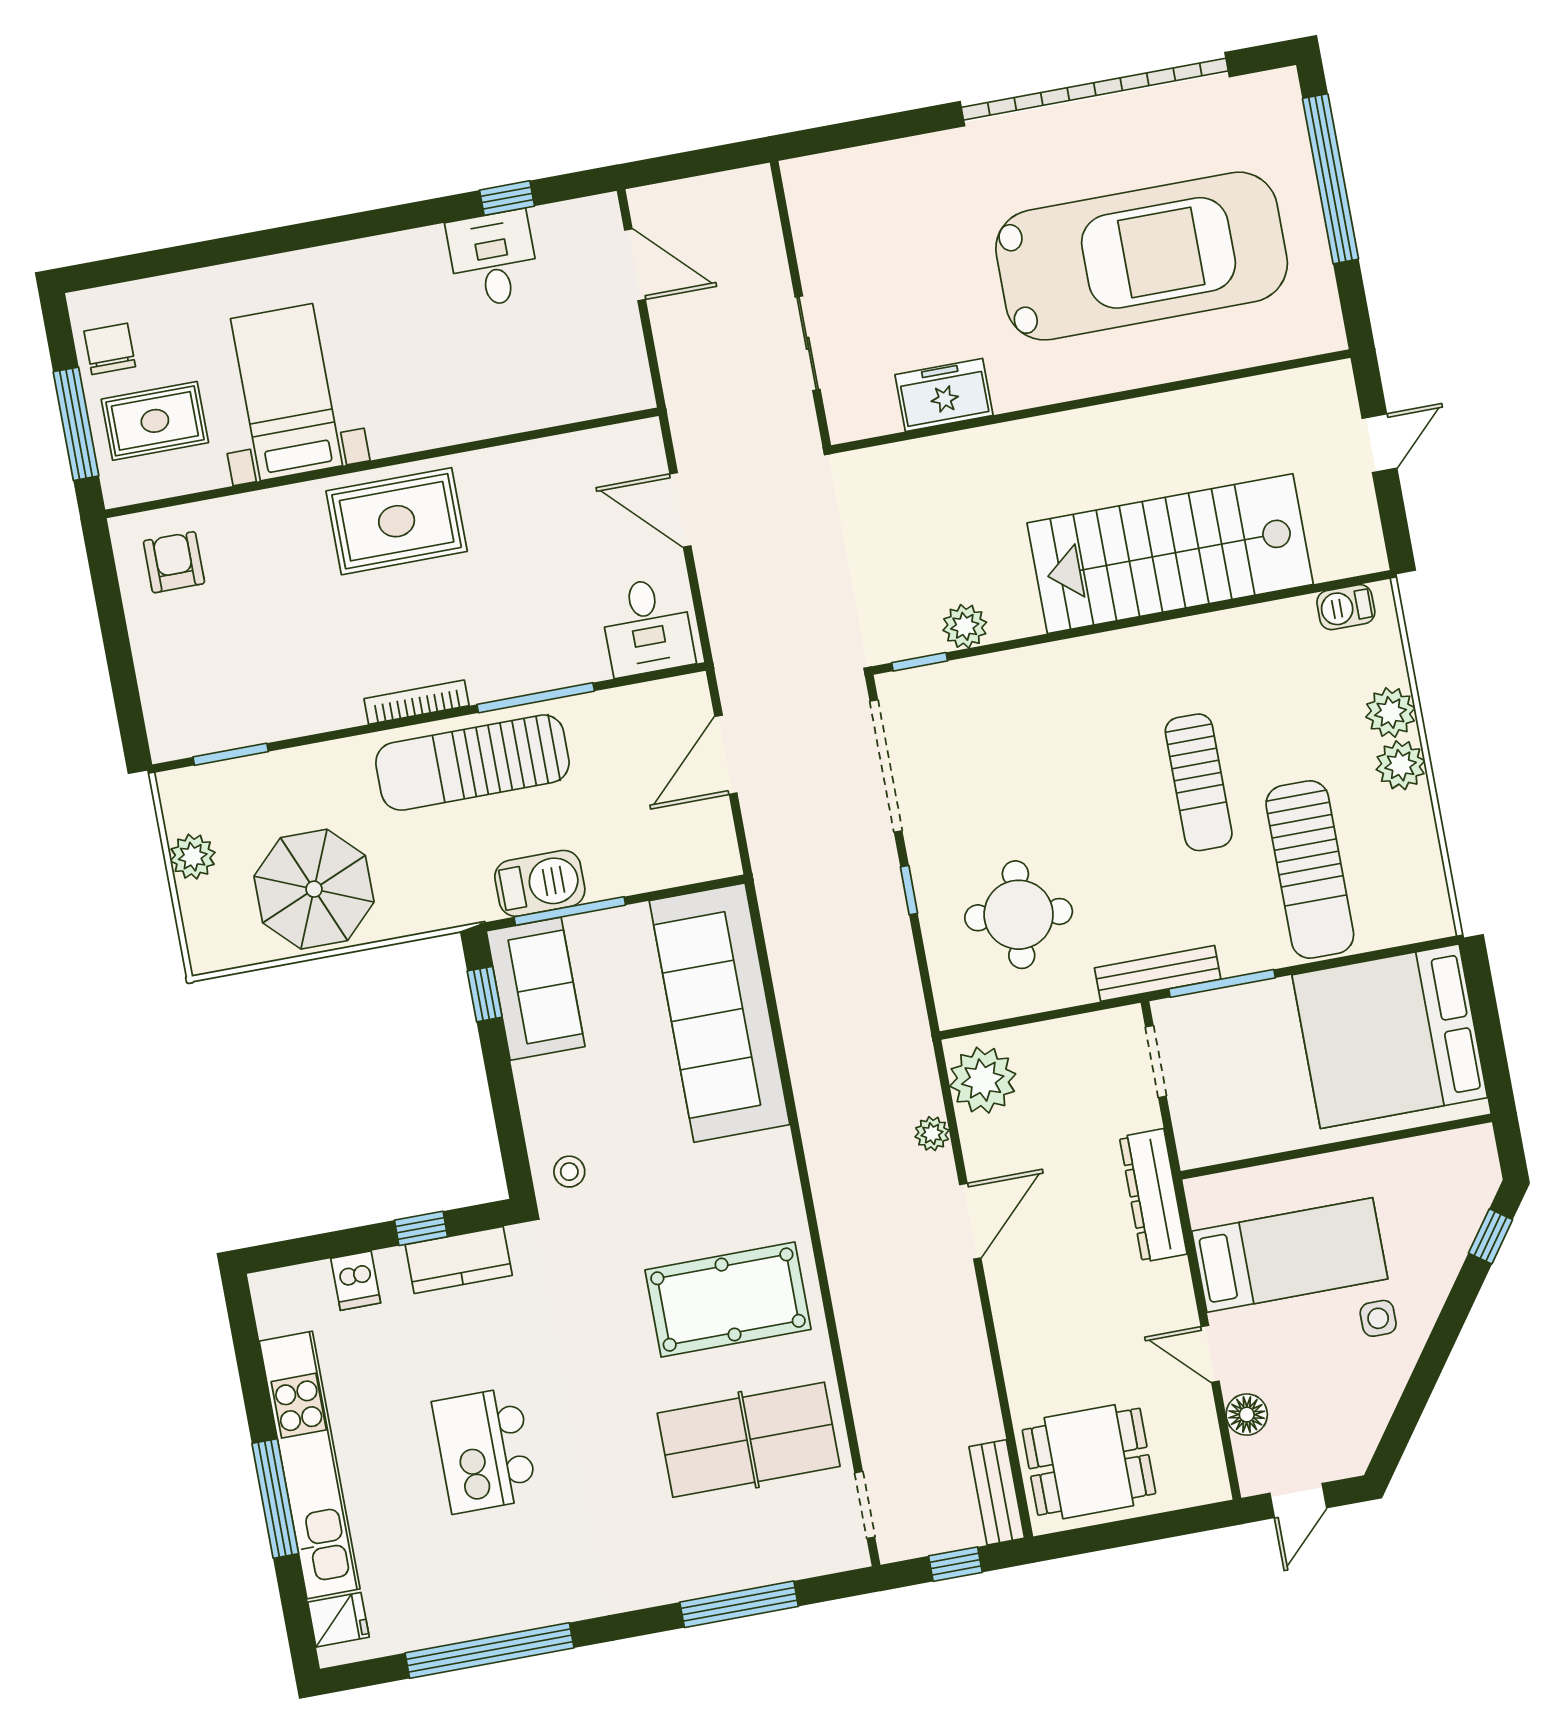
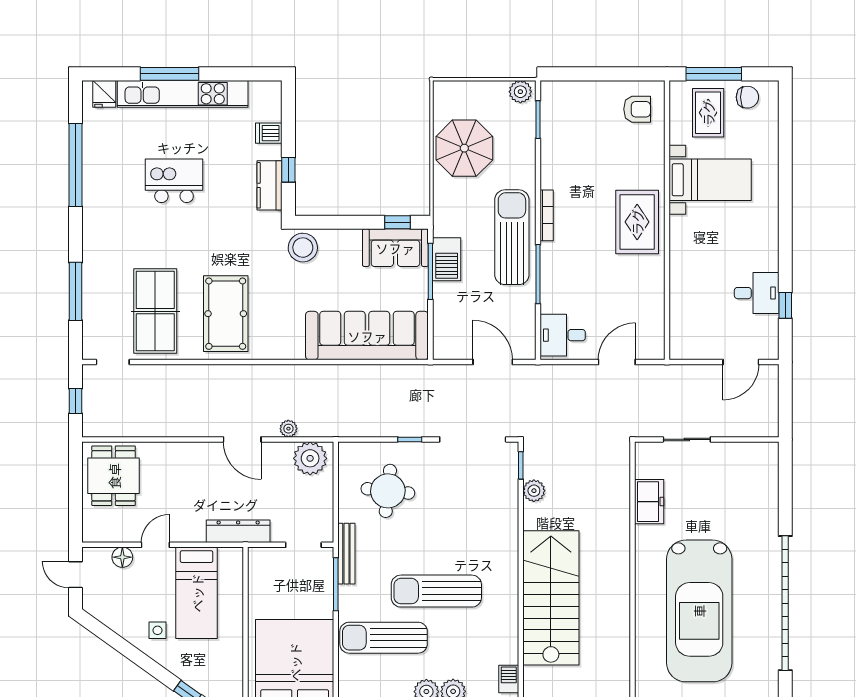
sun lounger: (1199, 782) -> (436, 591), width x1.36, depth x1.34
plant: (193, 857) -> (520, 92), moved
stool: (569, 1172) -> (303, 248), width x1.89, depth x1.89
bench: (997, 1492) -> (107, 428), removed

